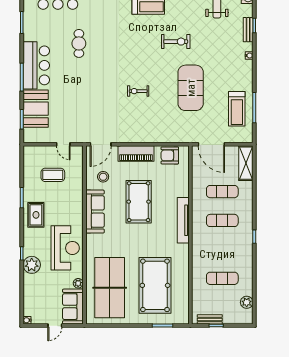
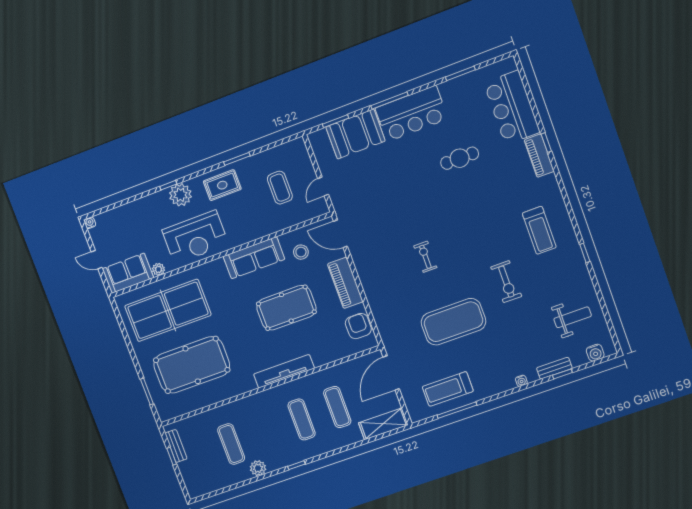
plant: (32, 265) -> (180, 195), moved
plant: (247, 302) -> (258, 468), moved

